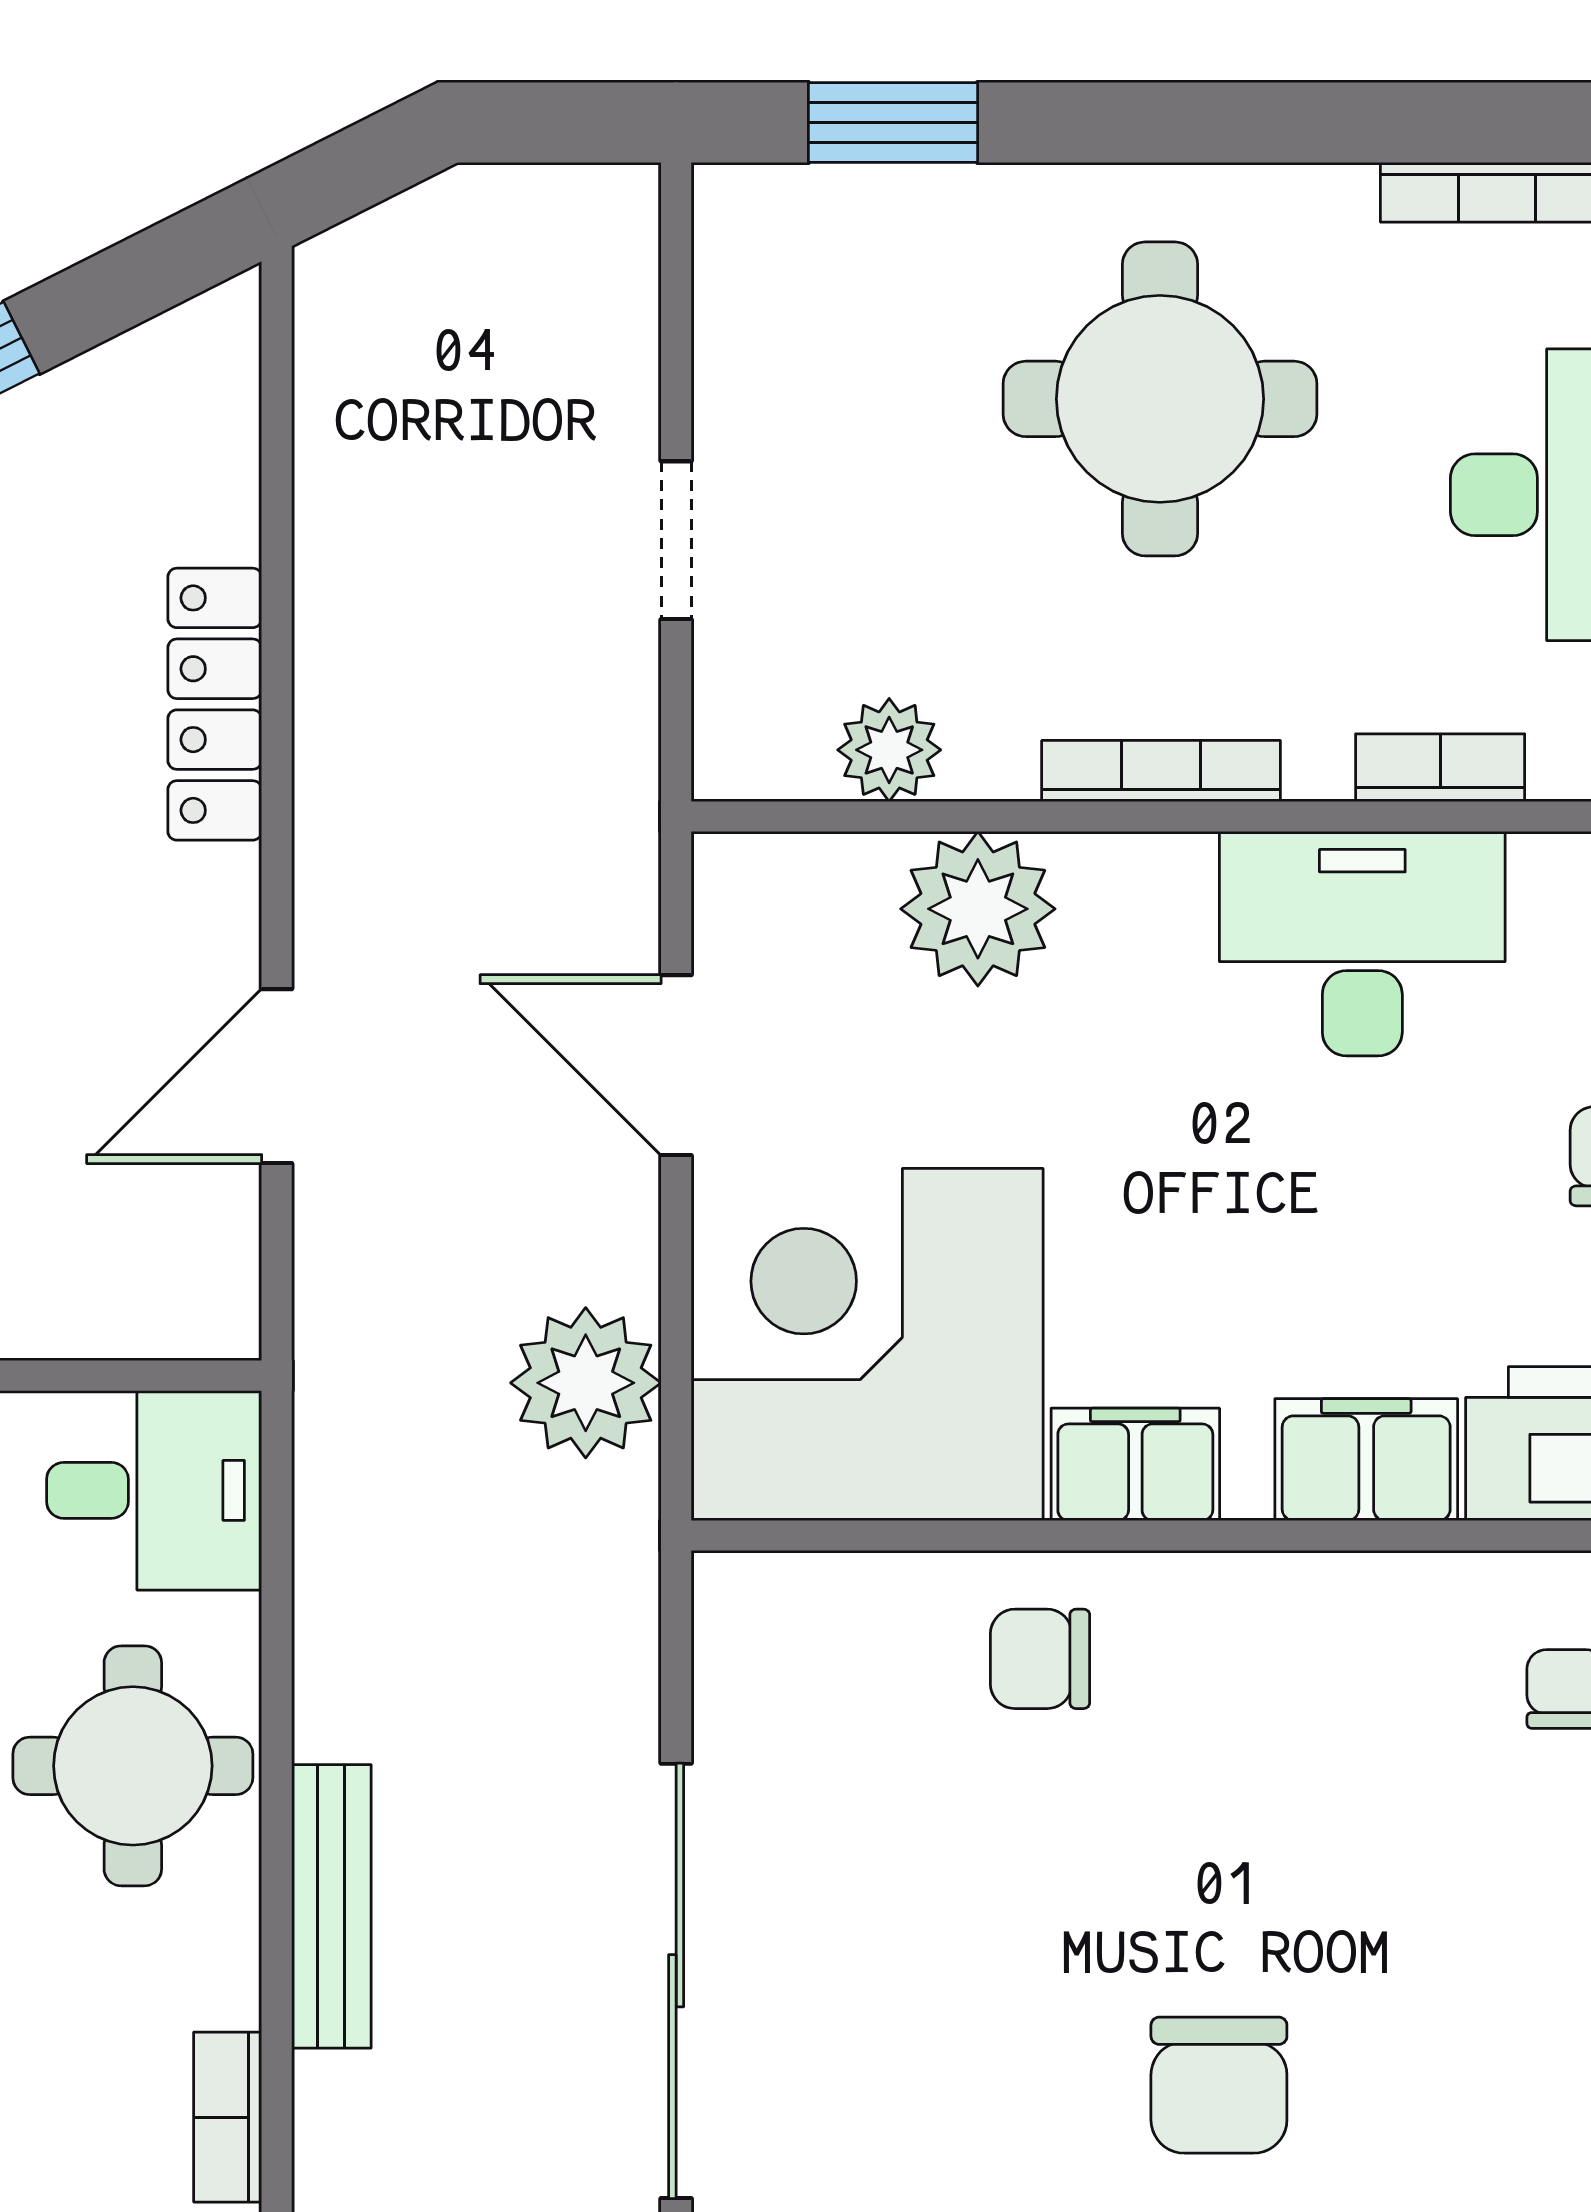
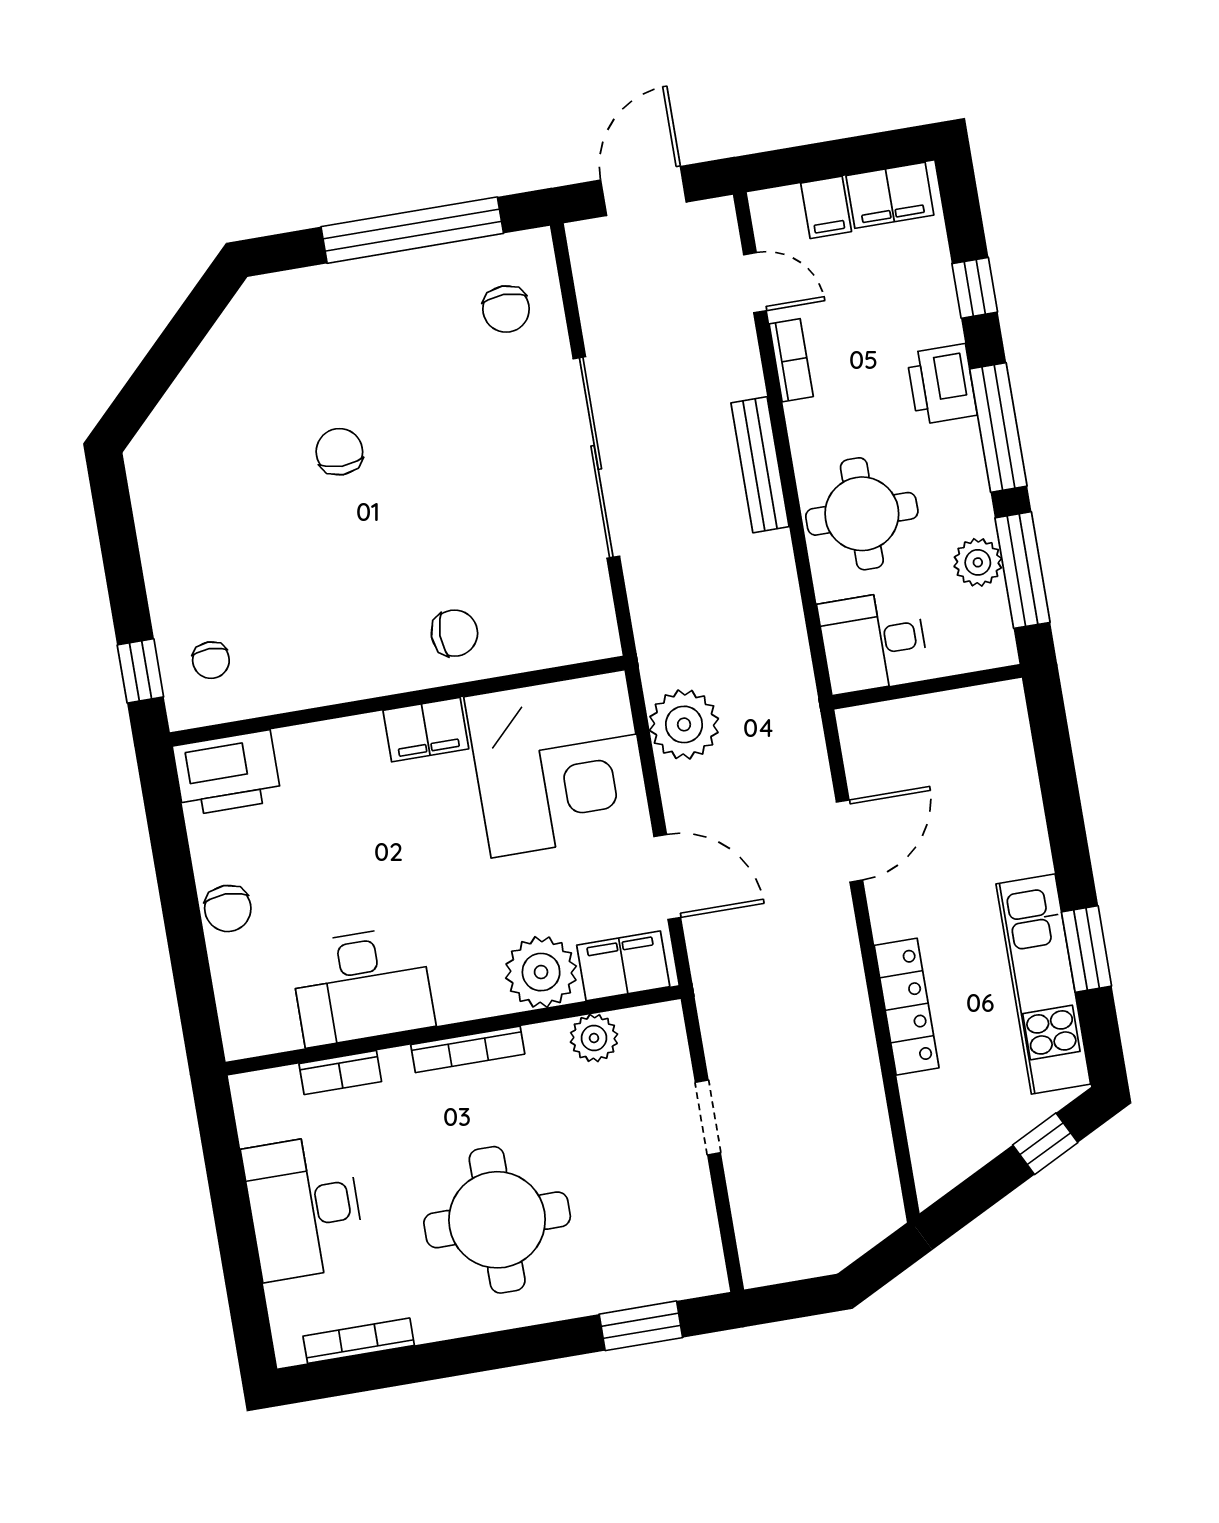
filing cabinet: (1366, 1460) -> (623, 966), moved, turned 180
chair: (1219, 2085) -> (339, 452), width x0.73, depth x0.73

